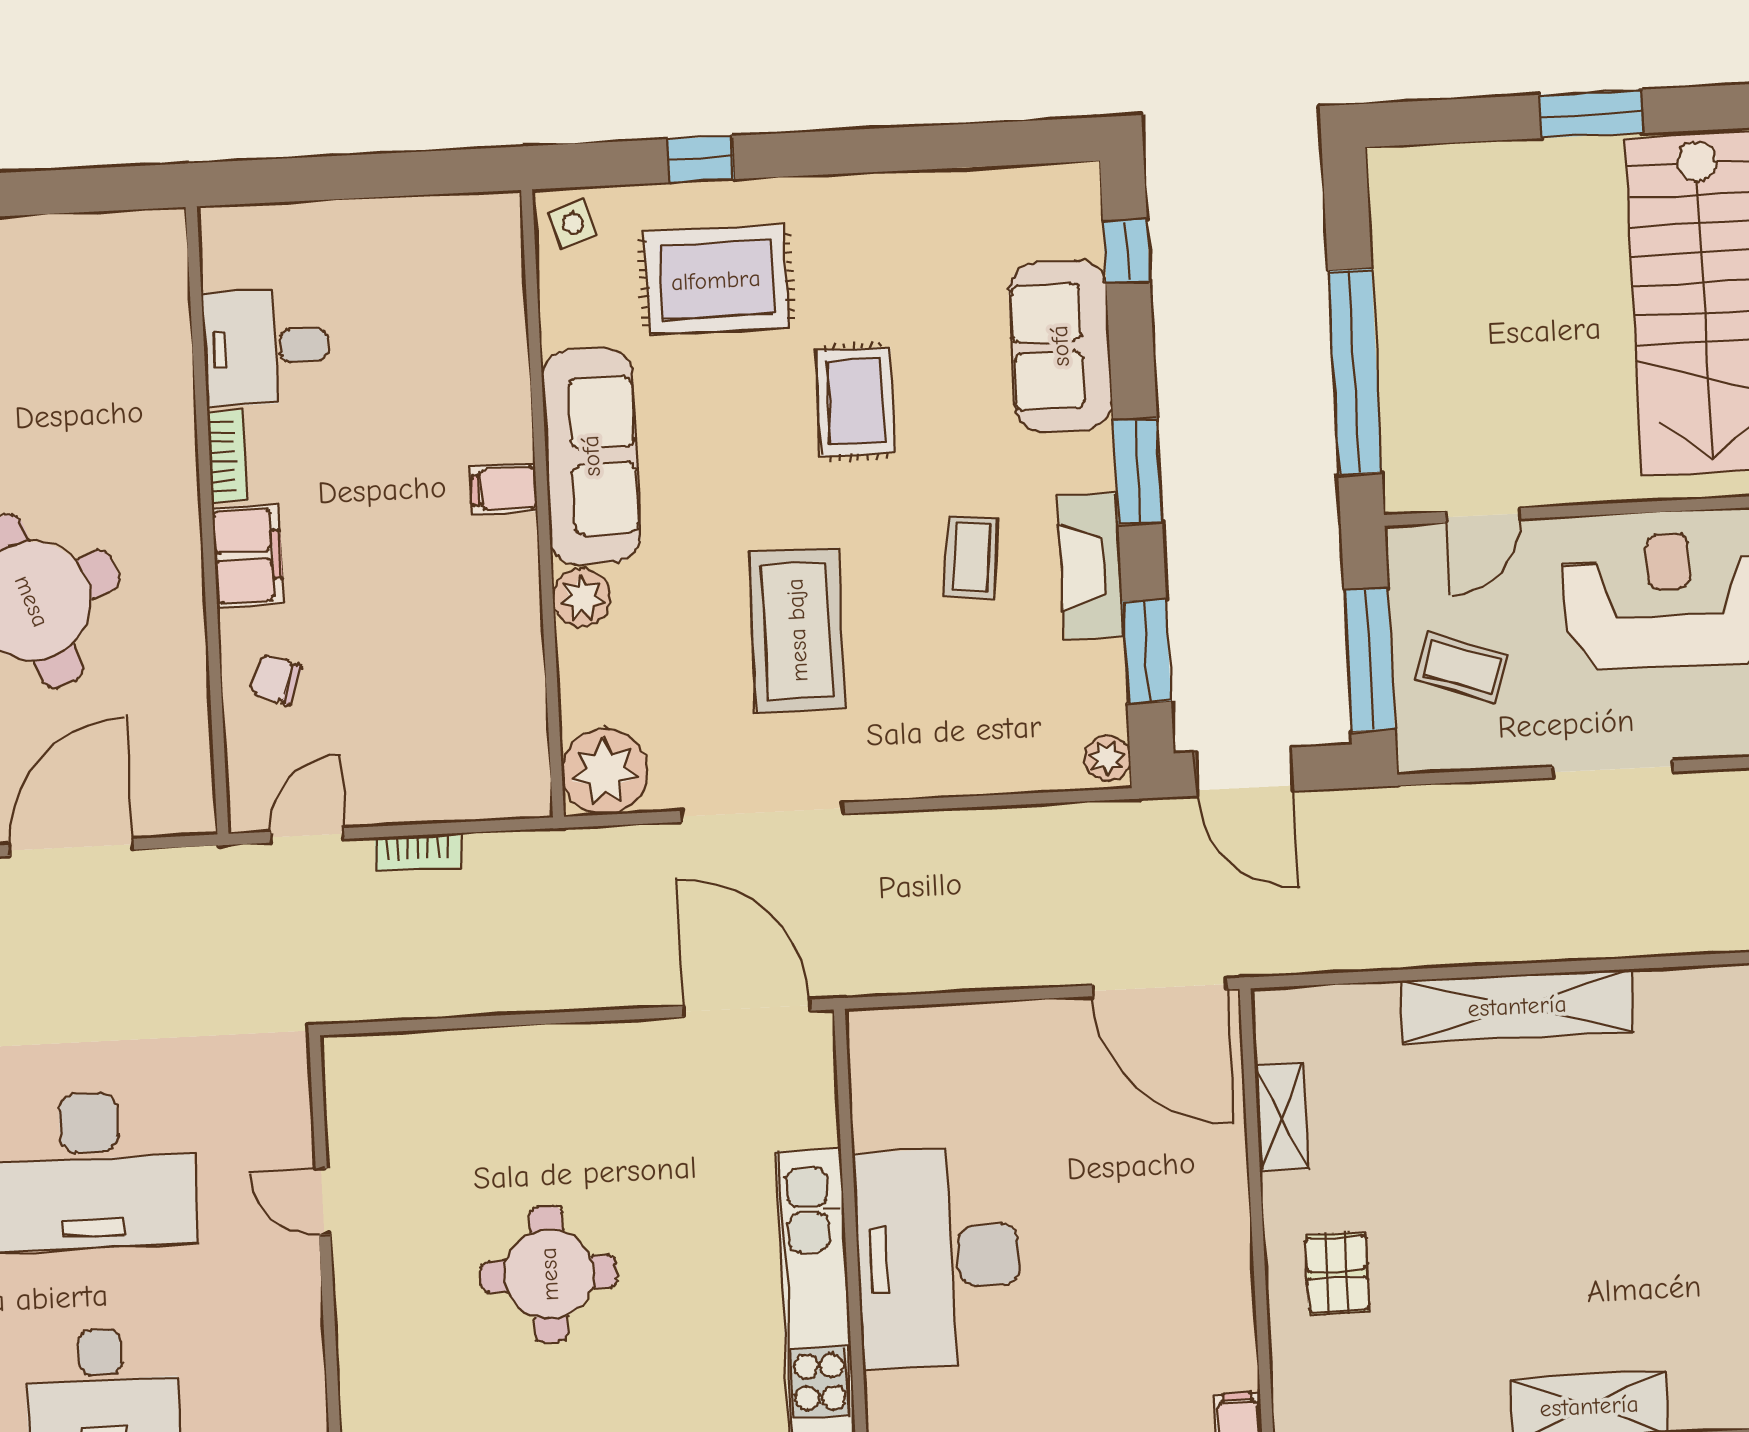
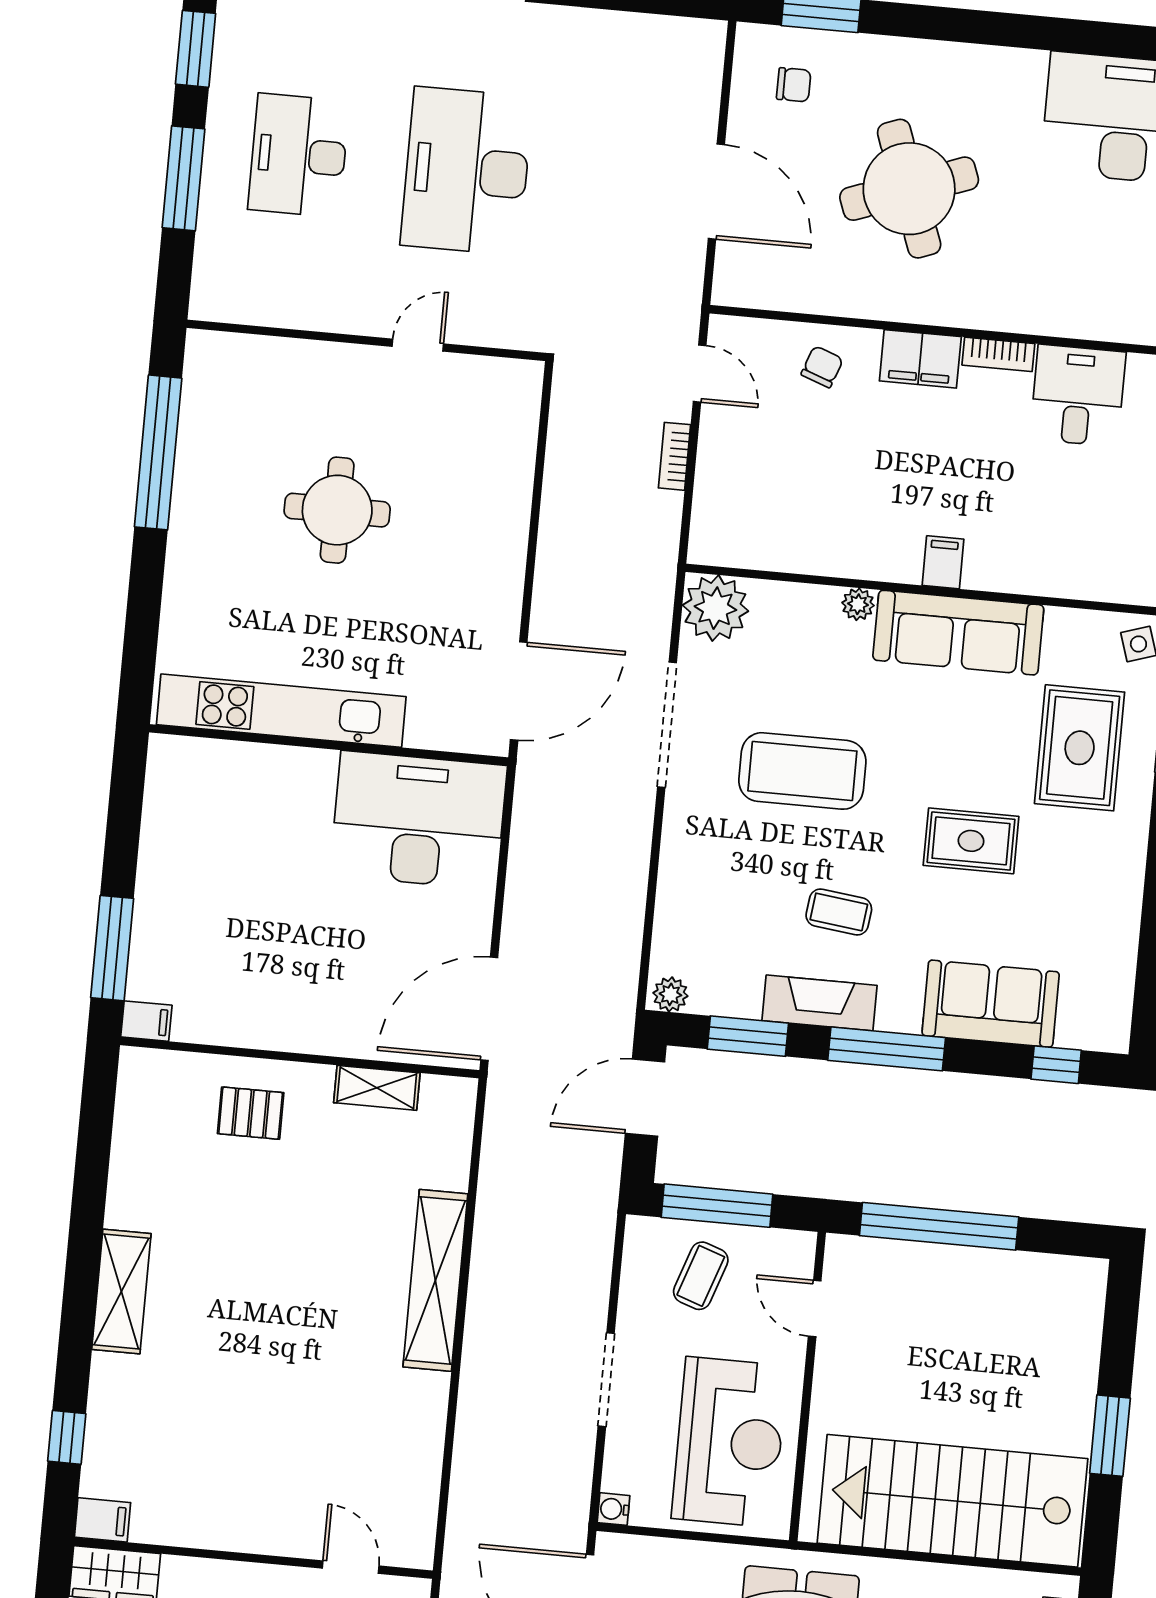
window: (1138, 471) -> (887, 1049), width x1.44
plant: (582, 597) -> (858, 604), width x0.73, depth x0.73
desk: (939, 1257) -> (418, 820), moved

